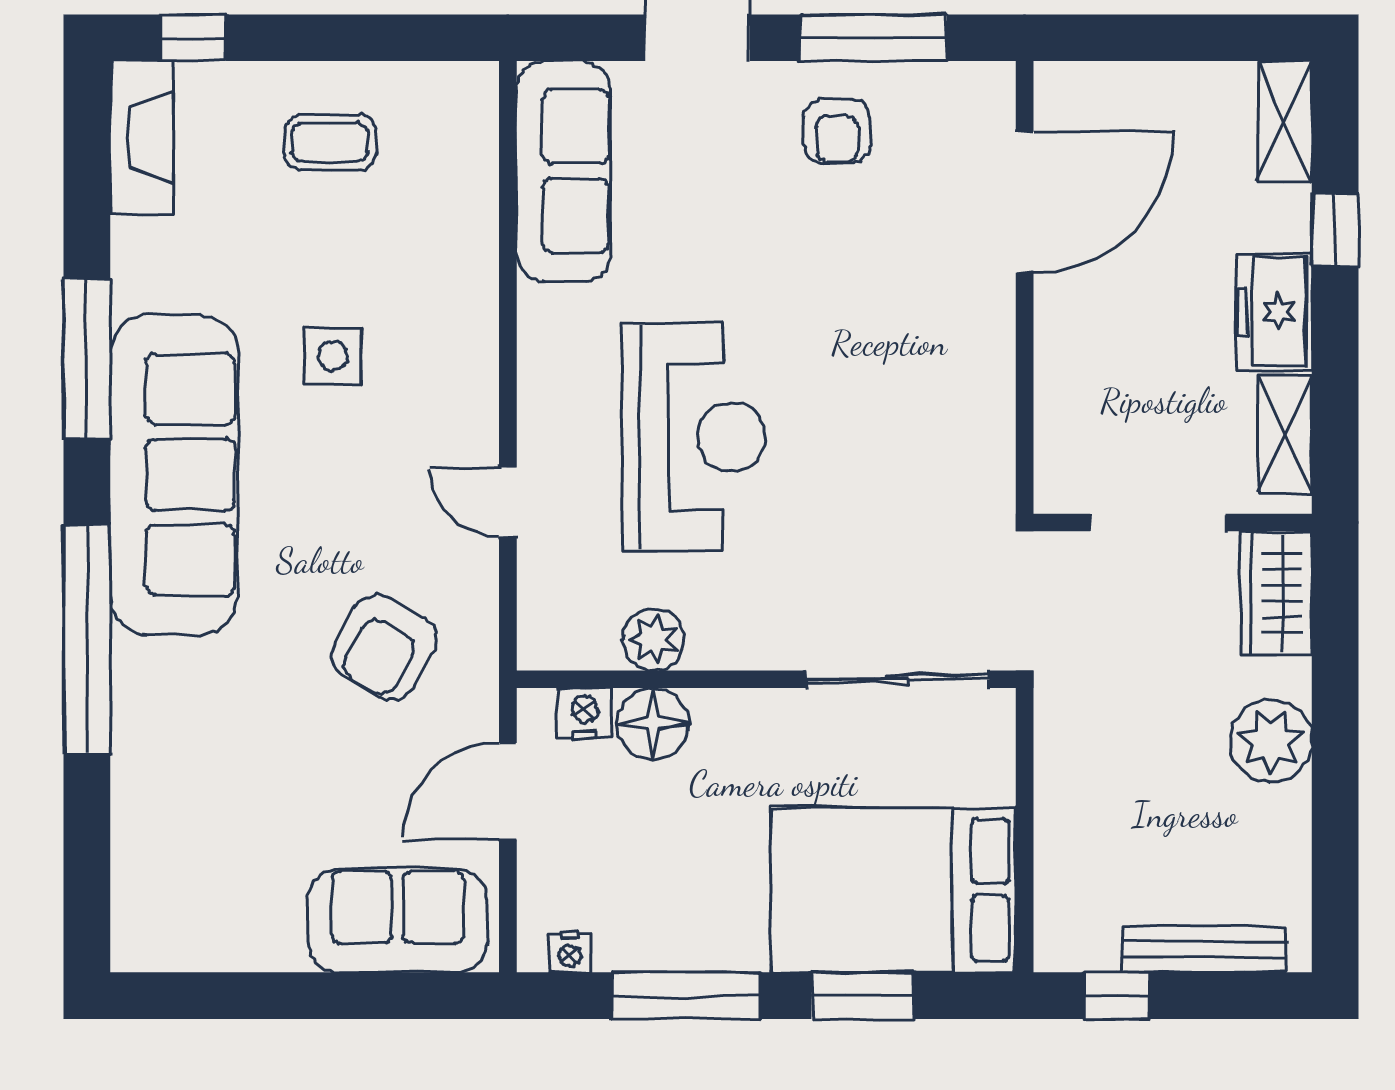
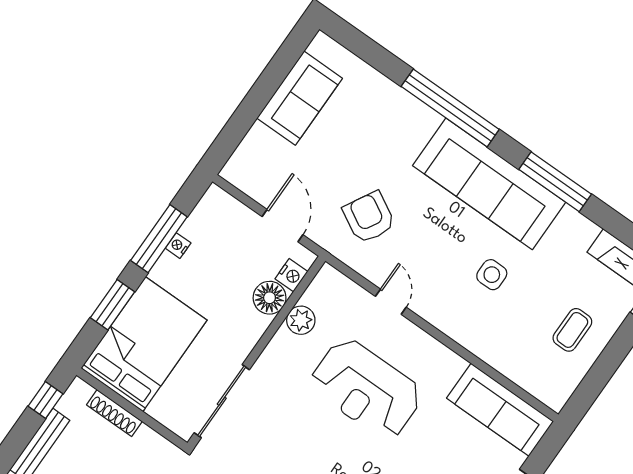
door: (508, 502) -> (391, 302), hinge flipped
shoe rack: (1054, 856) -> (114, 413), added
sofa: (397, 921) -> (300, 98), moved
nightstand: (570, 953) -> (178, 246), moved

